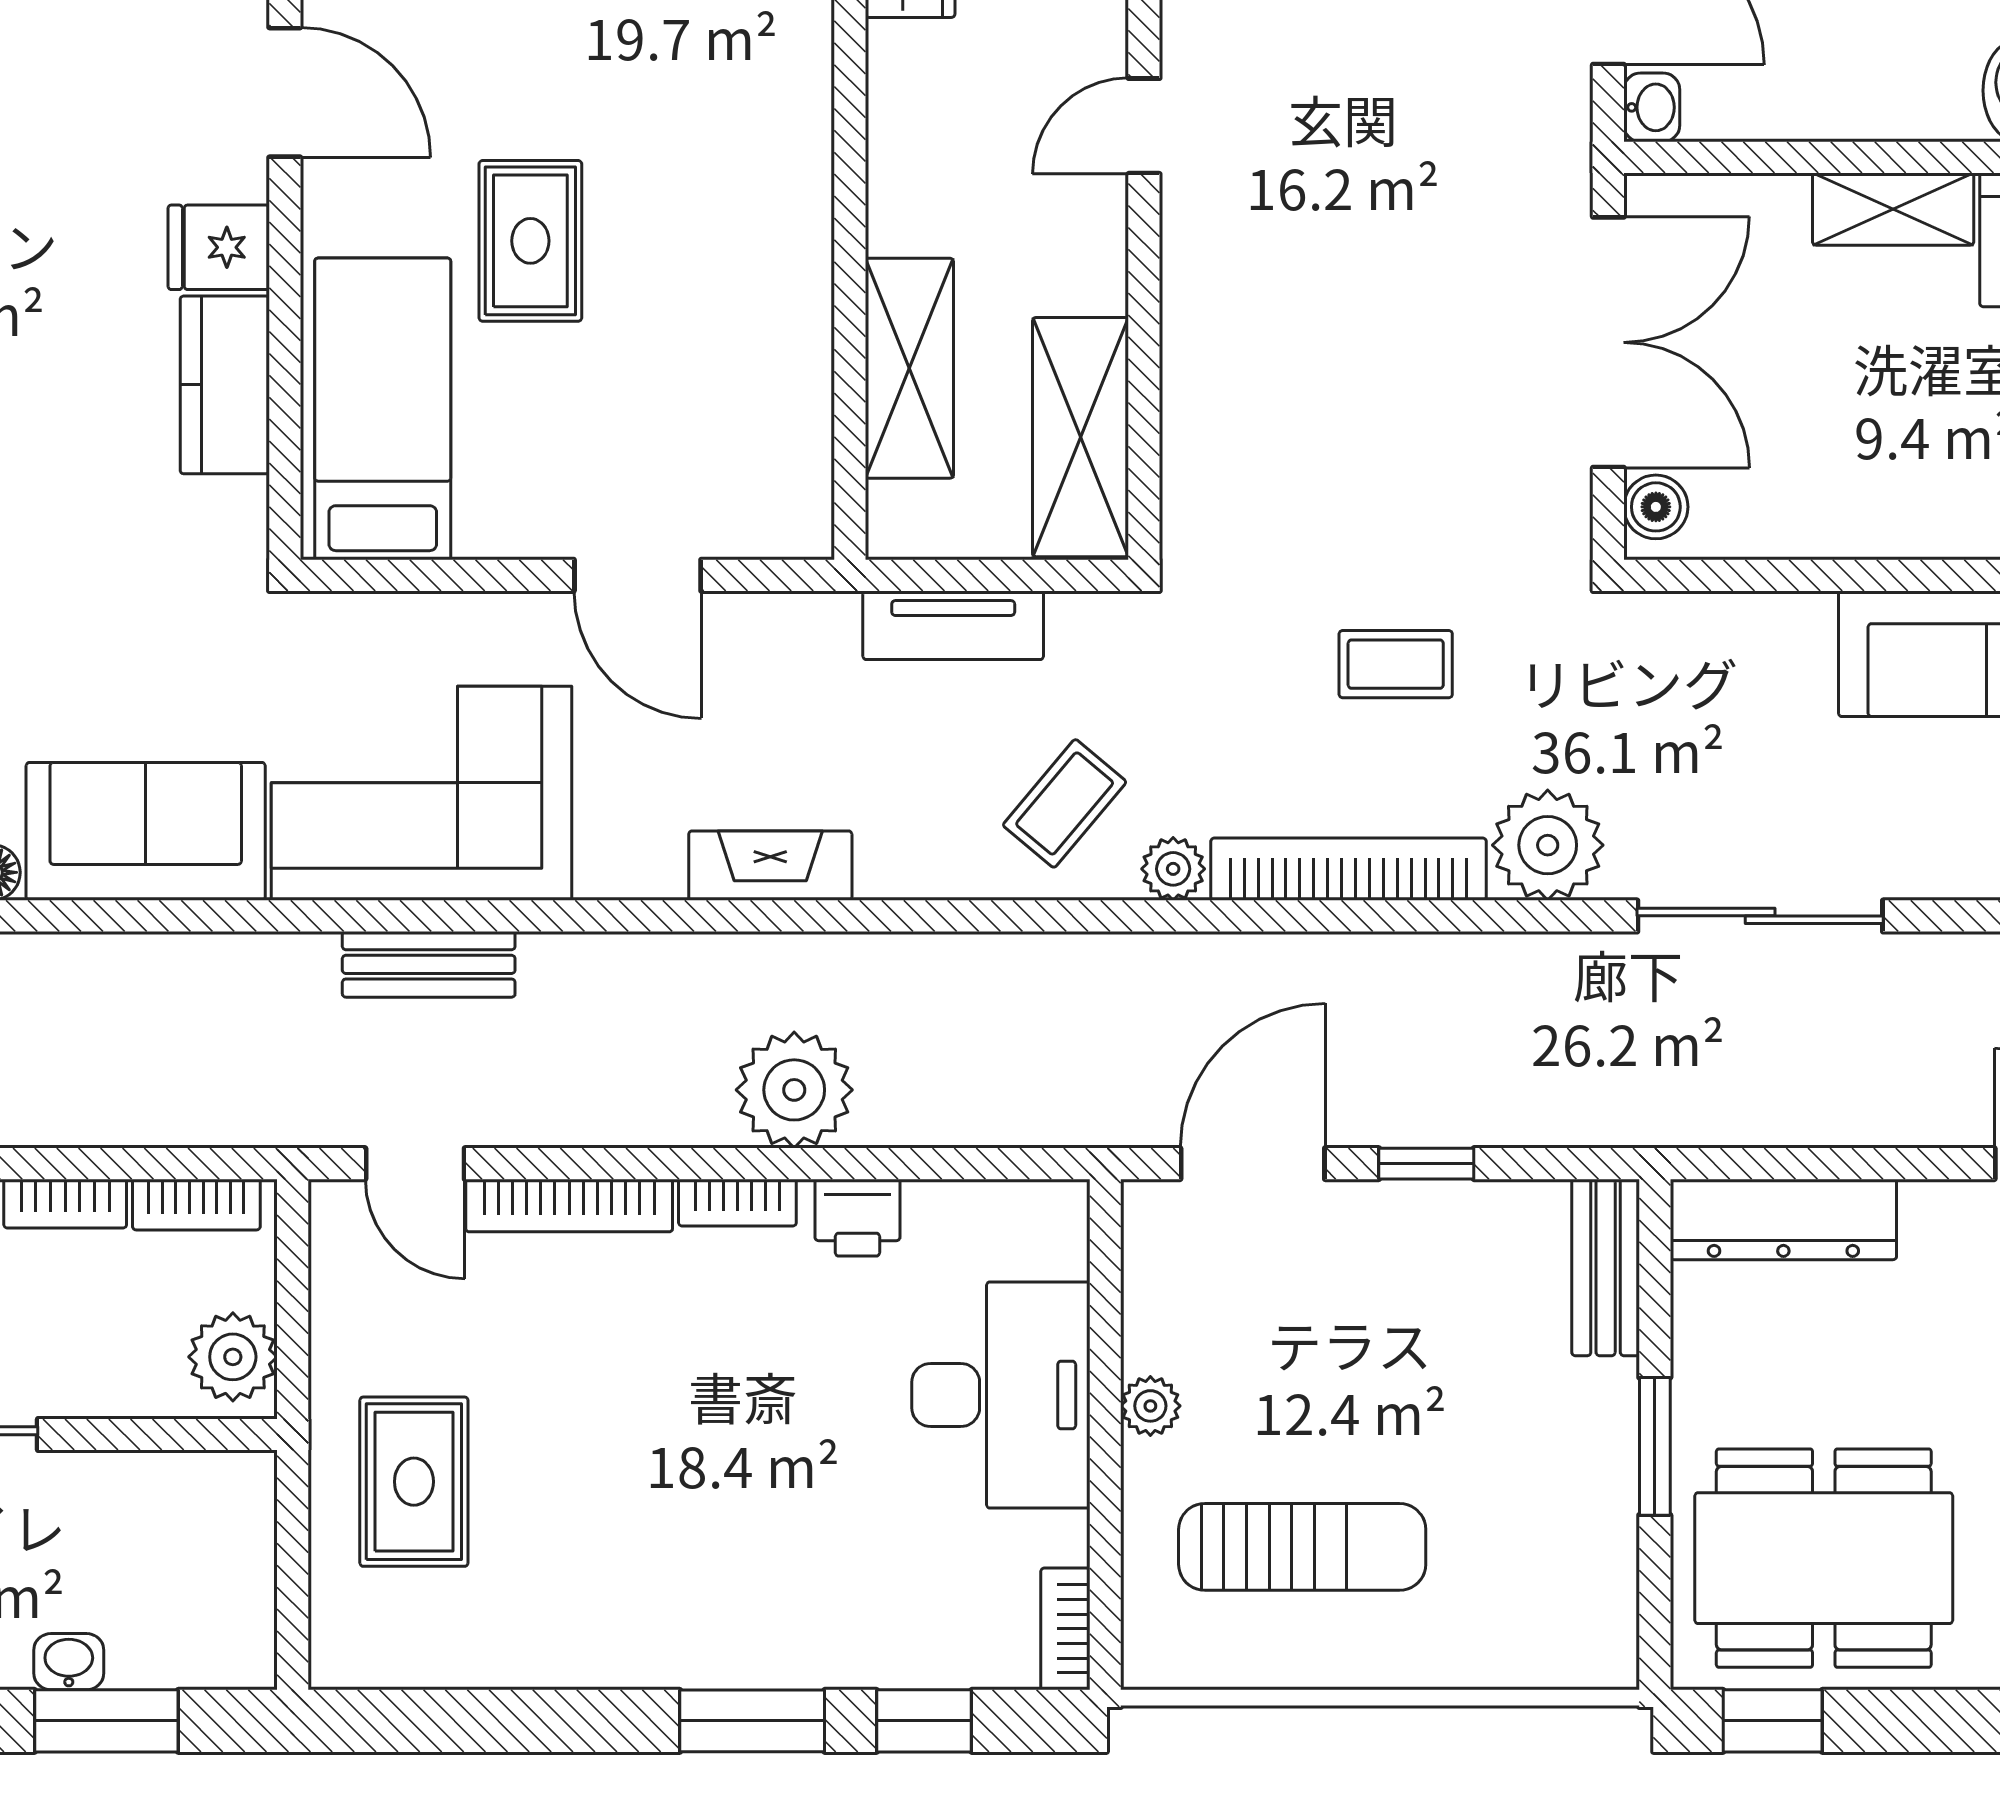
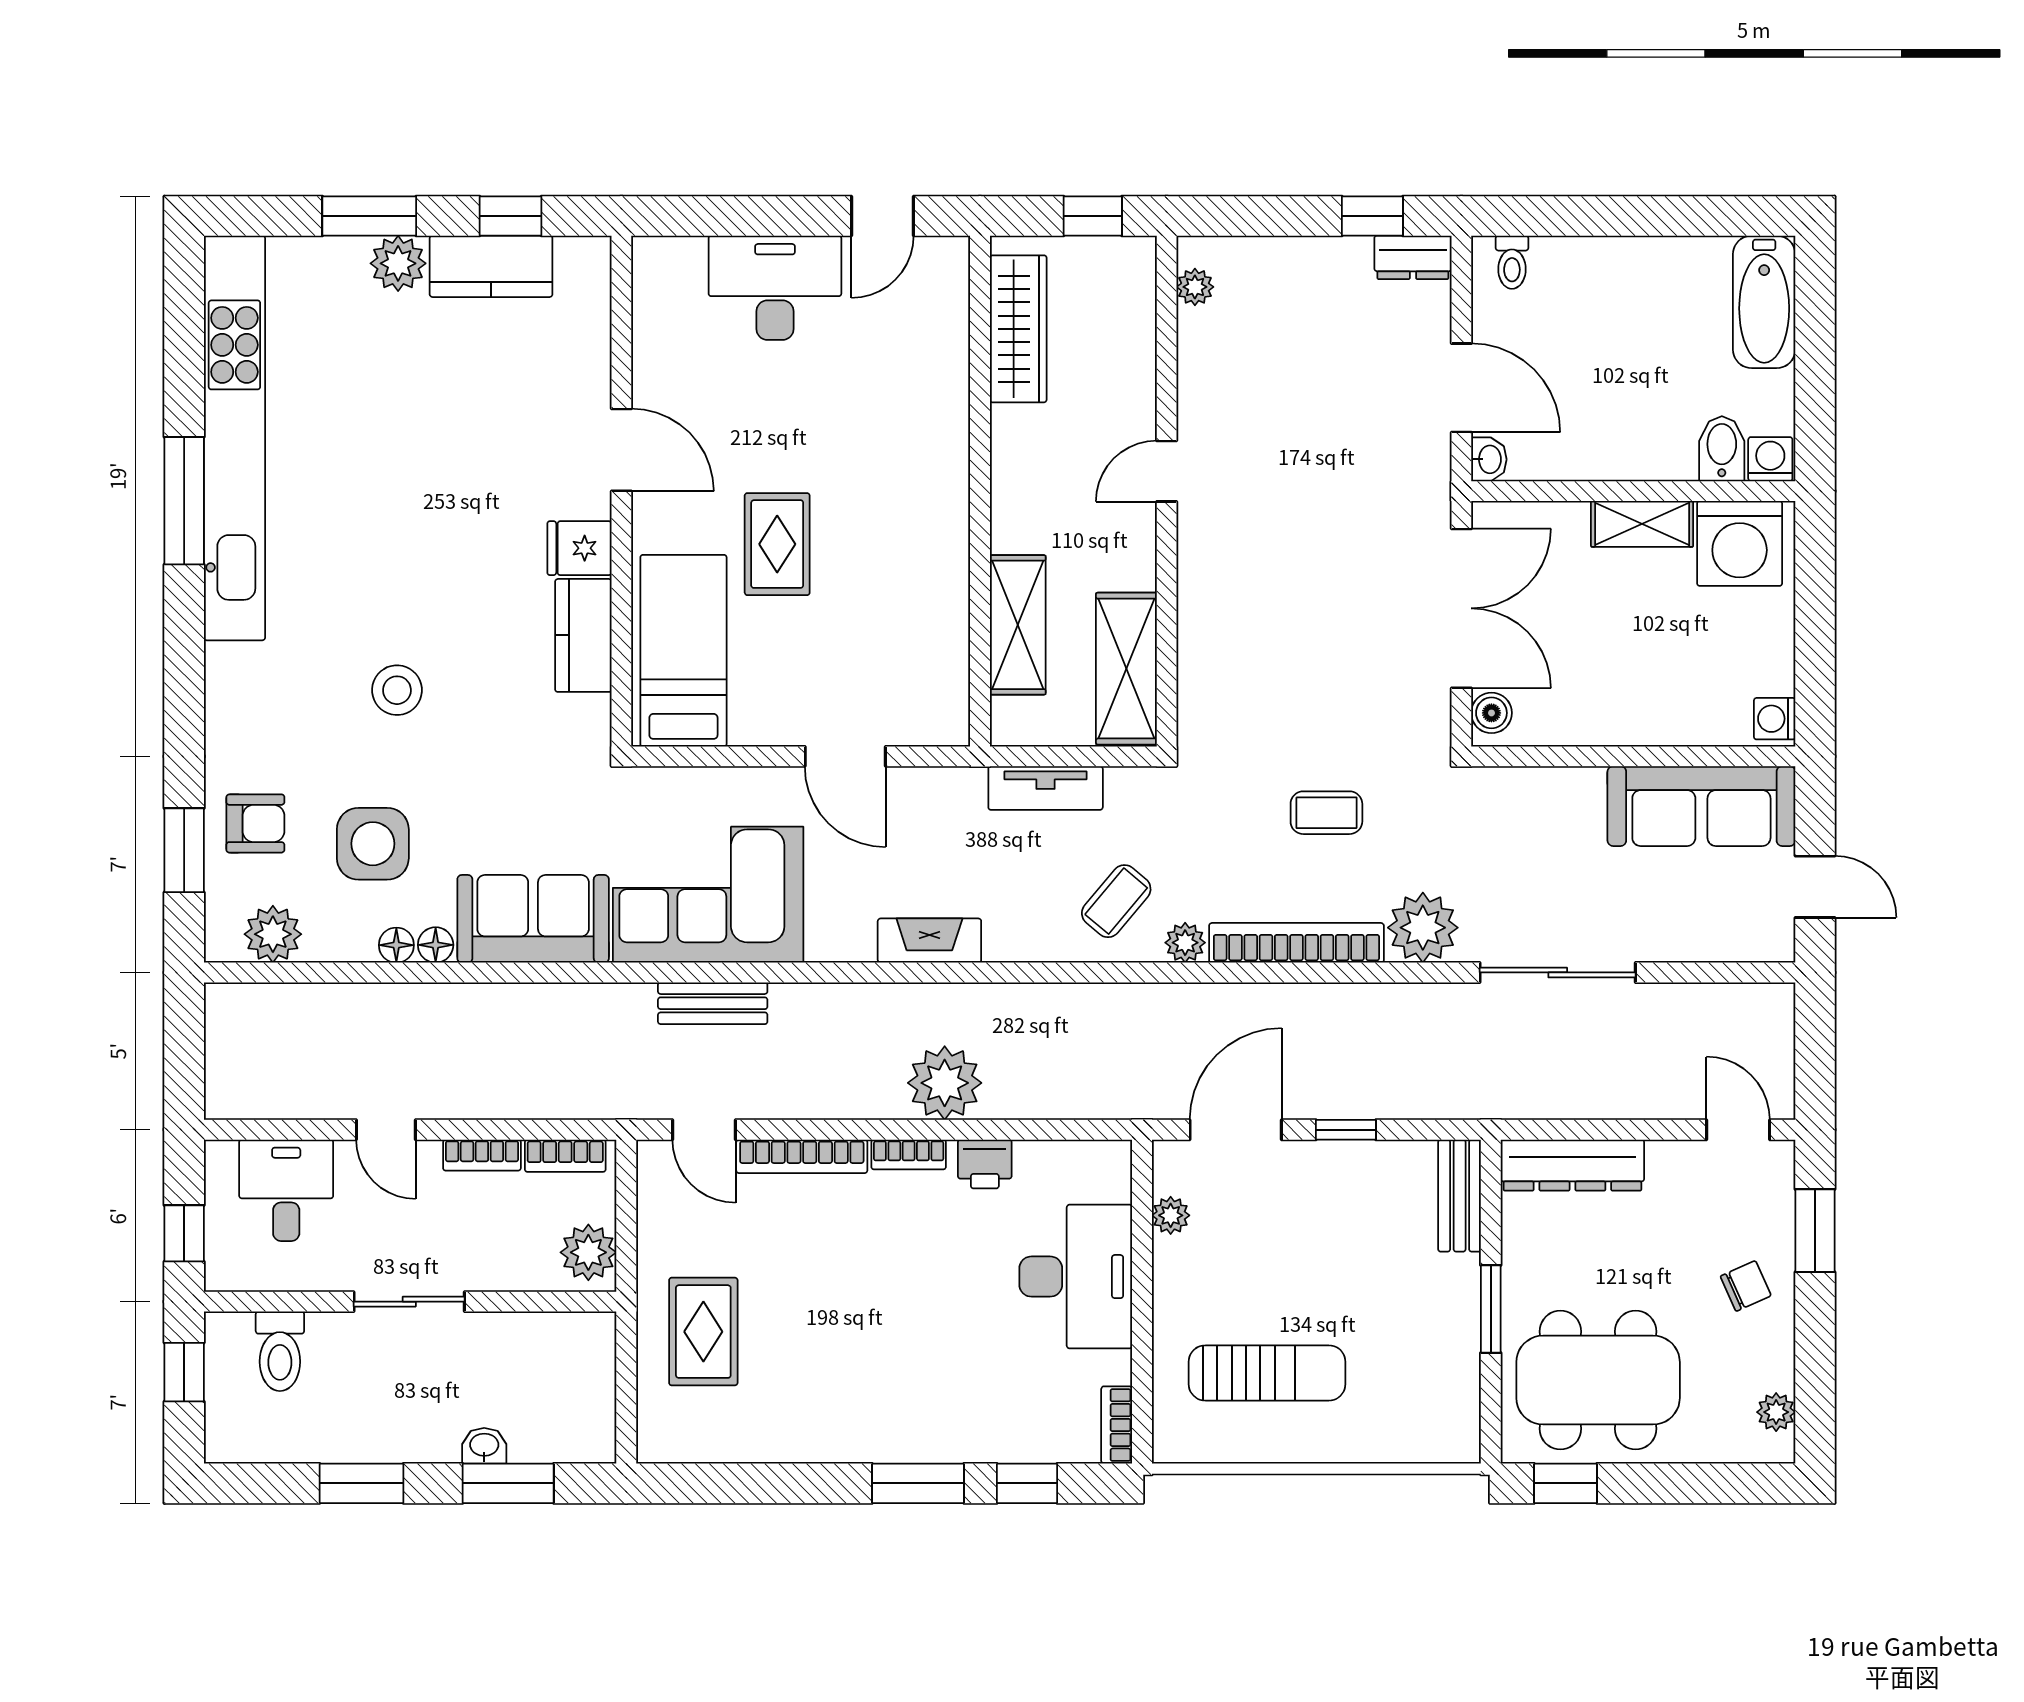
plant: (1150, 1406) -> (1171, 1215), moved

